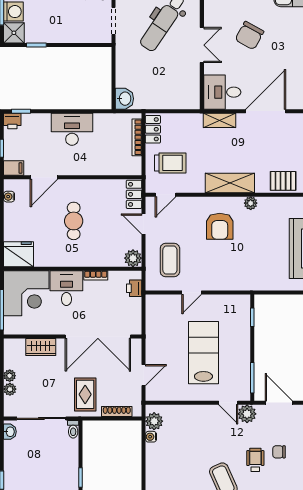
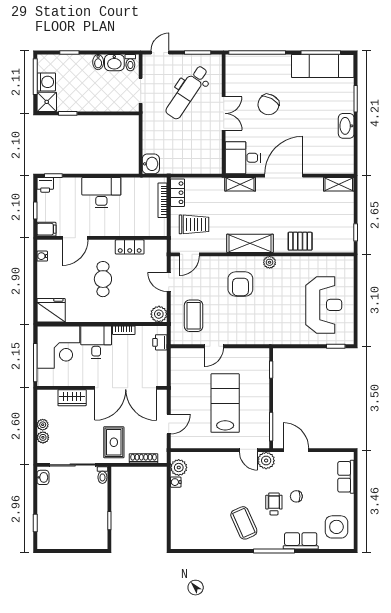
locker: (134, 194) -> (130, 247), moved, turned -90

